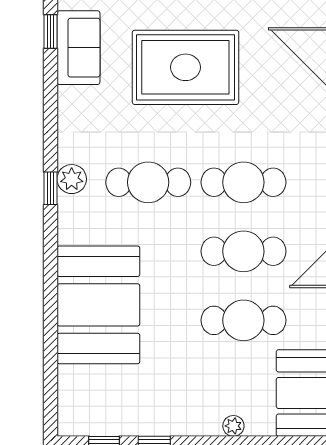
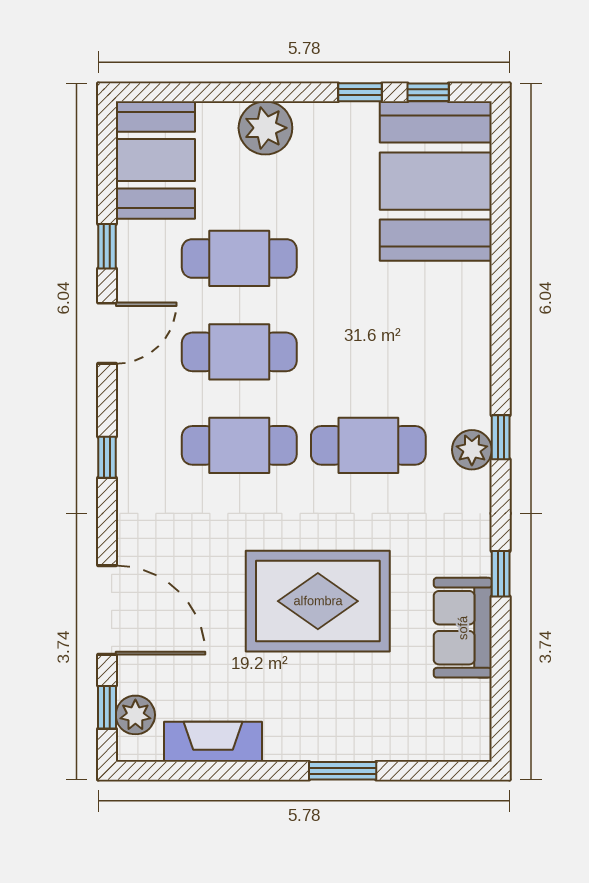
window: (50, 32) -> (501, 574), moved
booth: (98, 305) -> (436, 181), moved
plant: (233, 426) -> (265, 128), width x1.88, depth x1.88

